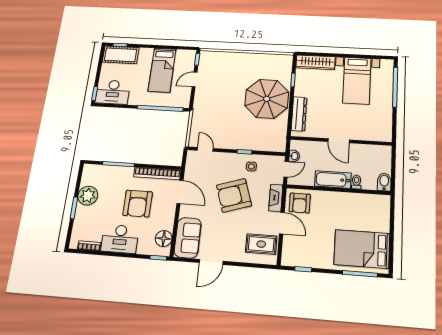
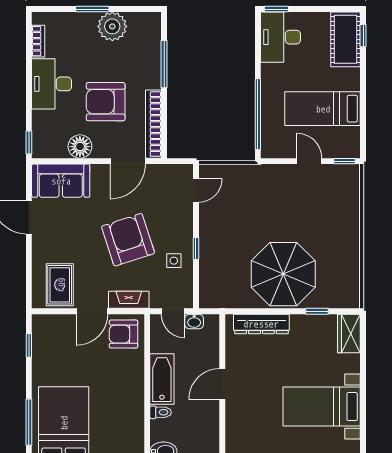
wardrobe: (316, 62) -> (349, 334), width x0.67
floor lamp: (164, 239) -> (80, 147), moved

